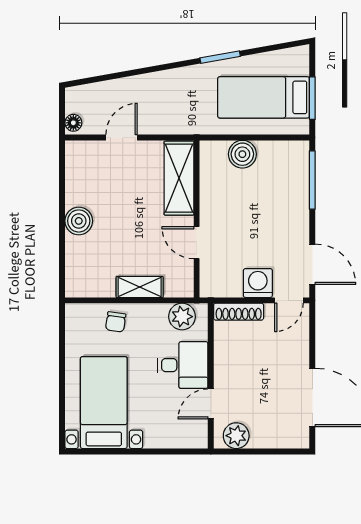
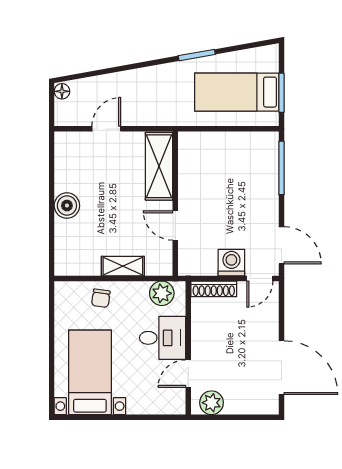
floor lamp: (73, 123) -> (62, 91), moved
boiler: (242, 154) -> (217, 144), removed

